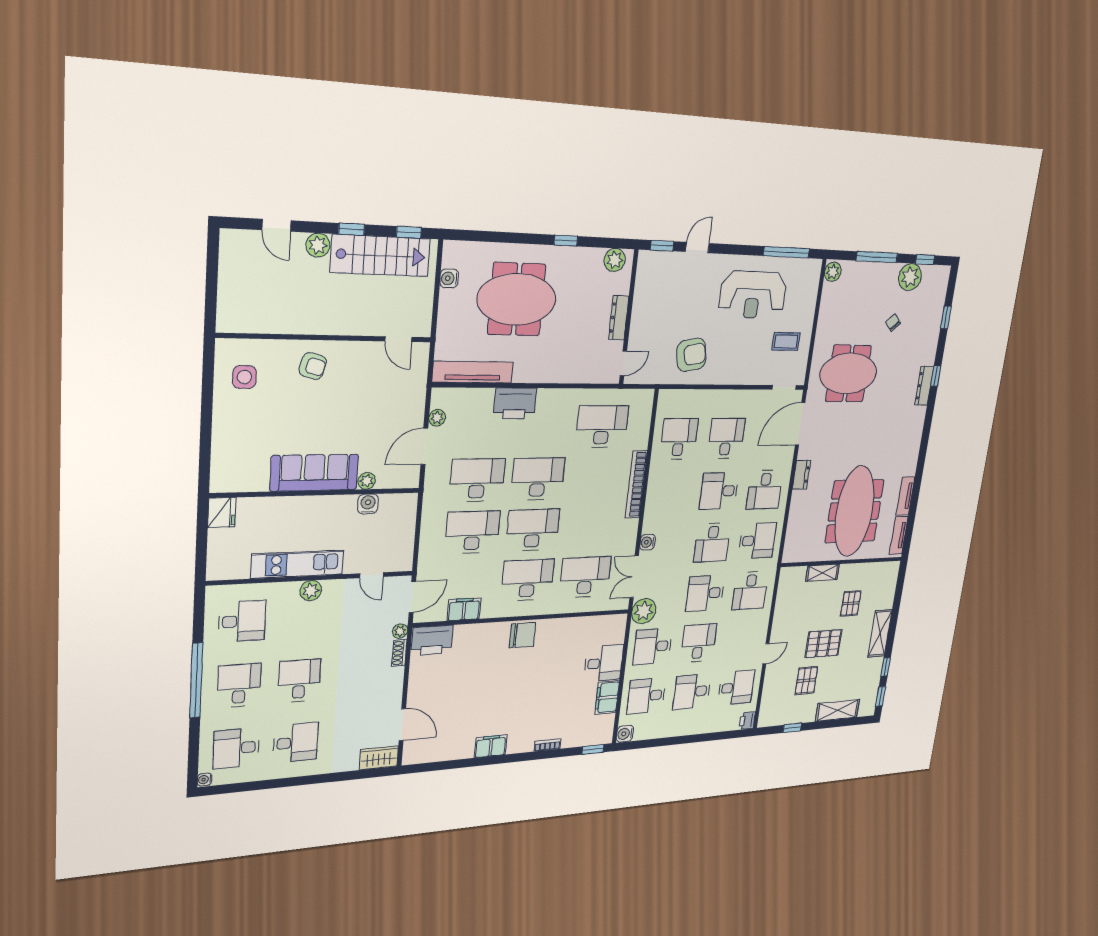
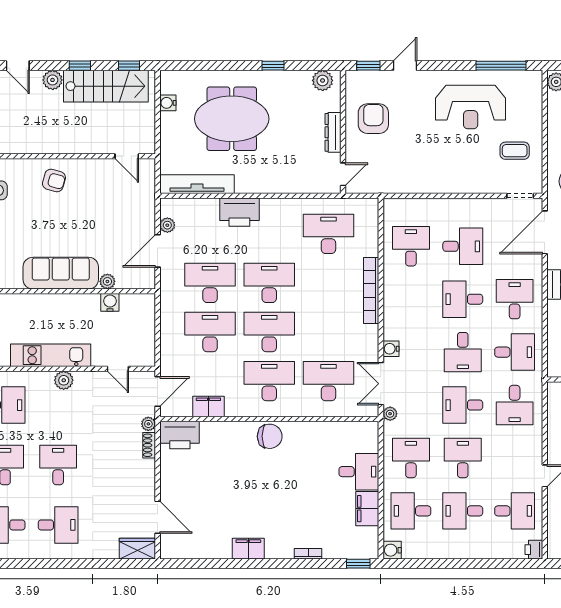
armchair: (691, 355) -> (373, 119), moved, turned -79
desk: (726, 438) -> (463, 246), turned 90
desk: (765, 490) -> (515, 299), turned 180
plant: (644, 611) -> (390, 414), width x0.53, depth x0.53
desk: (653, 646) -> (411, 458), turned 90

